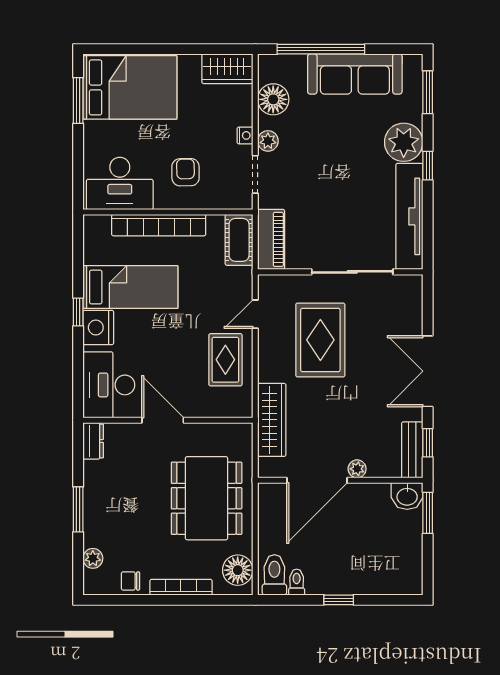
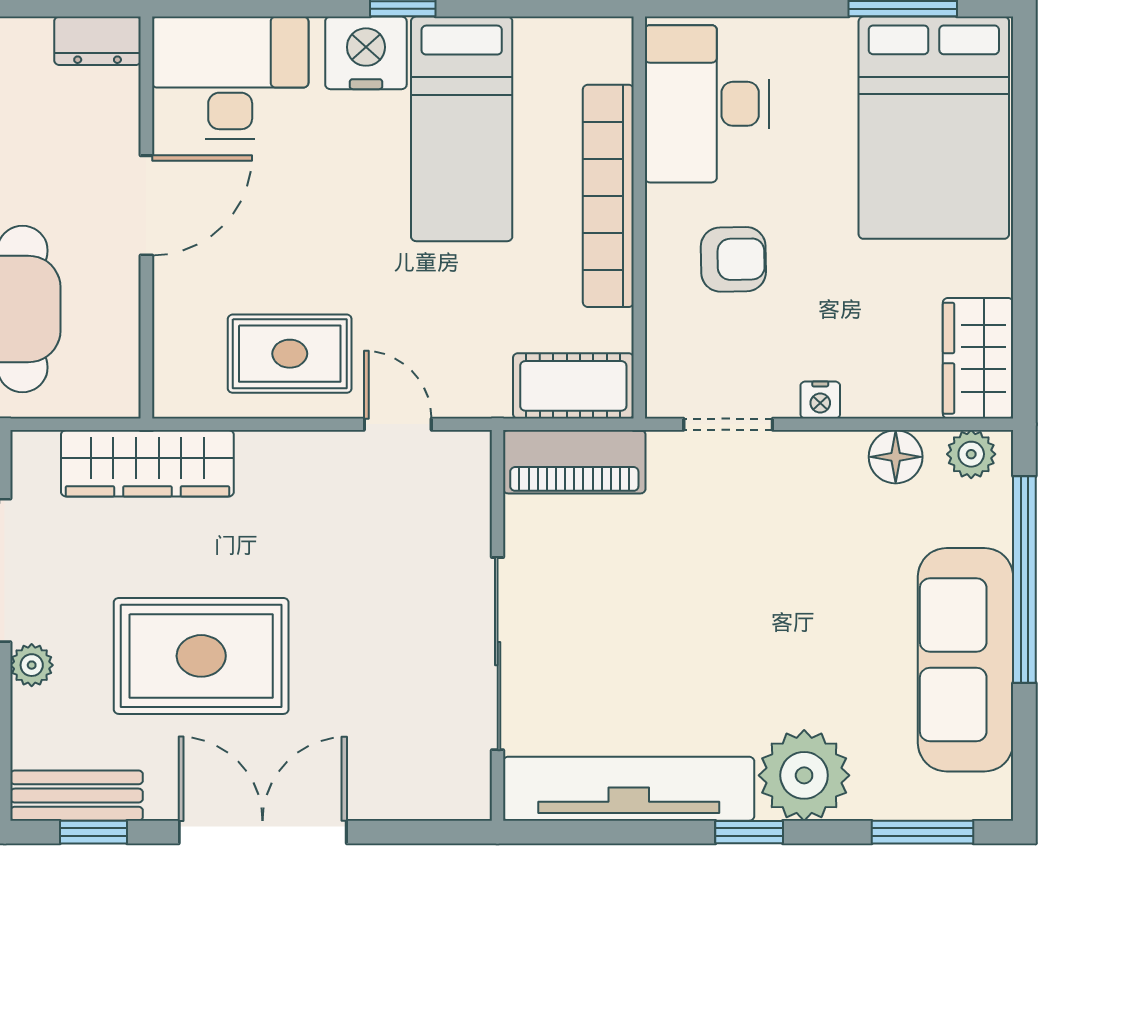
floor lamp: (273, 99) -> (896, 457), width x0.73, depth x0.73
plant: (268, 141) -> (971, 454), moved
rug: (320, 340) -> (201, 656), moved

